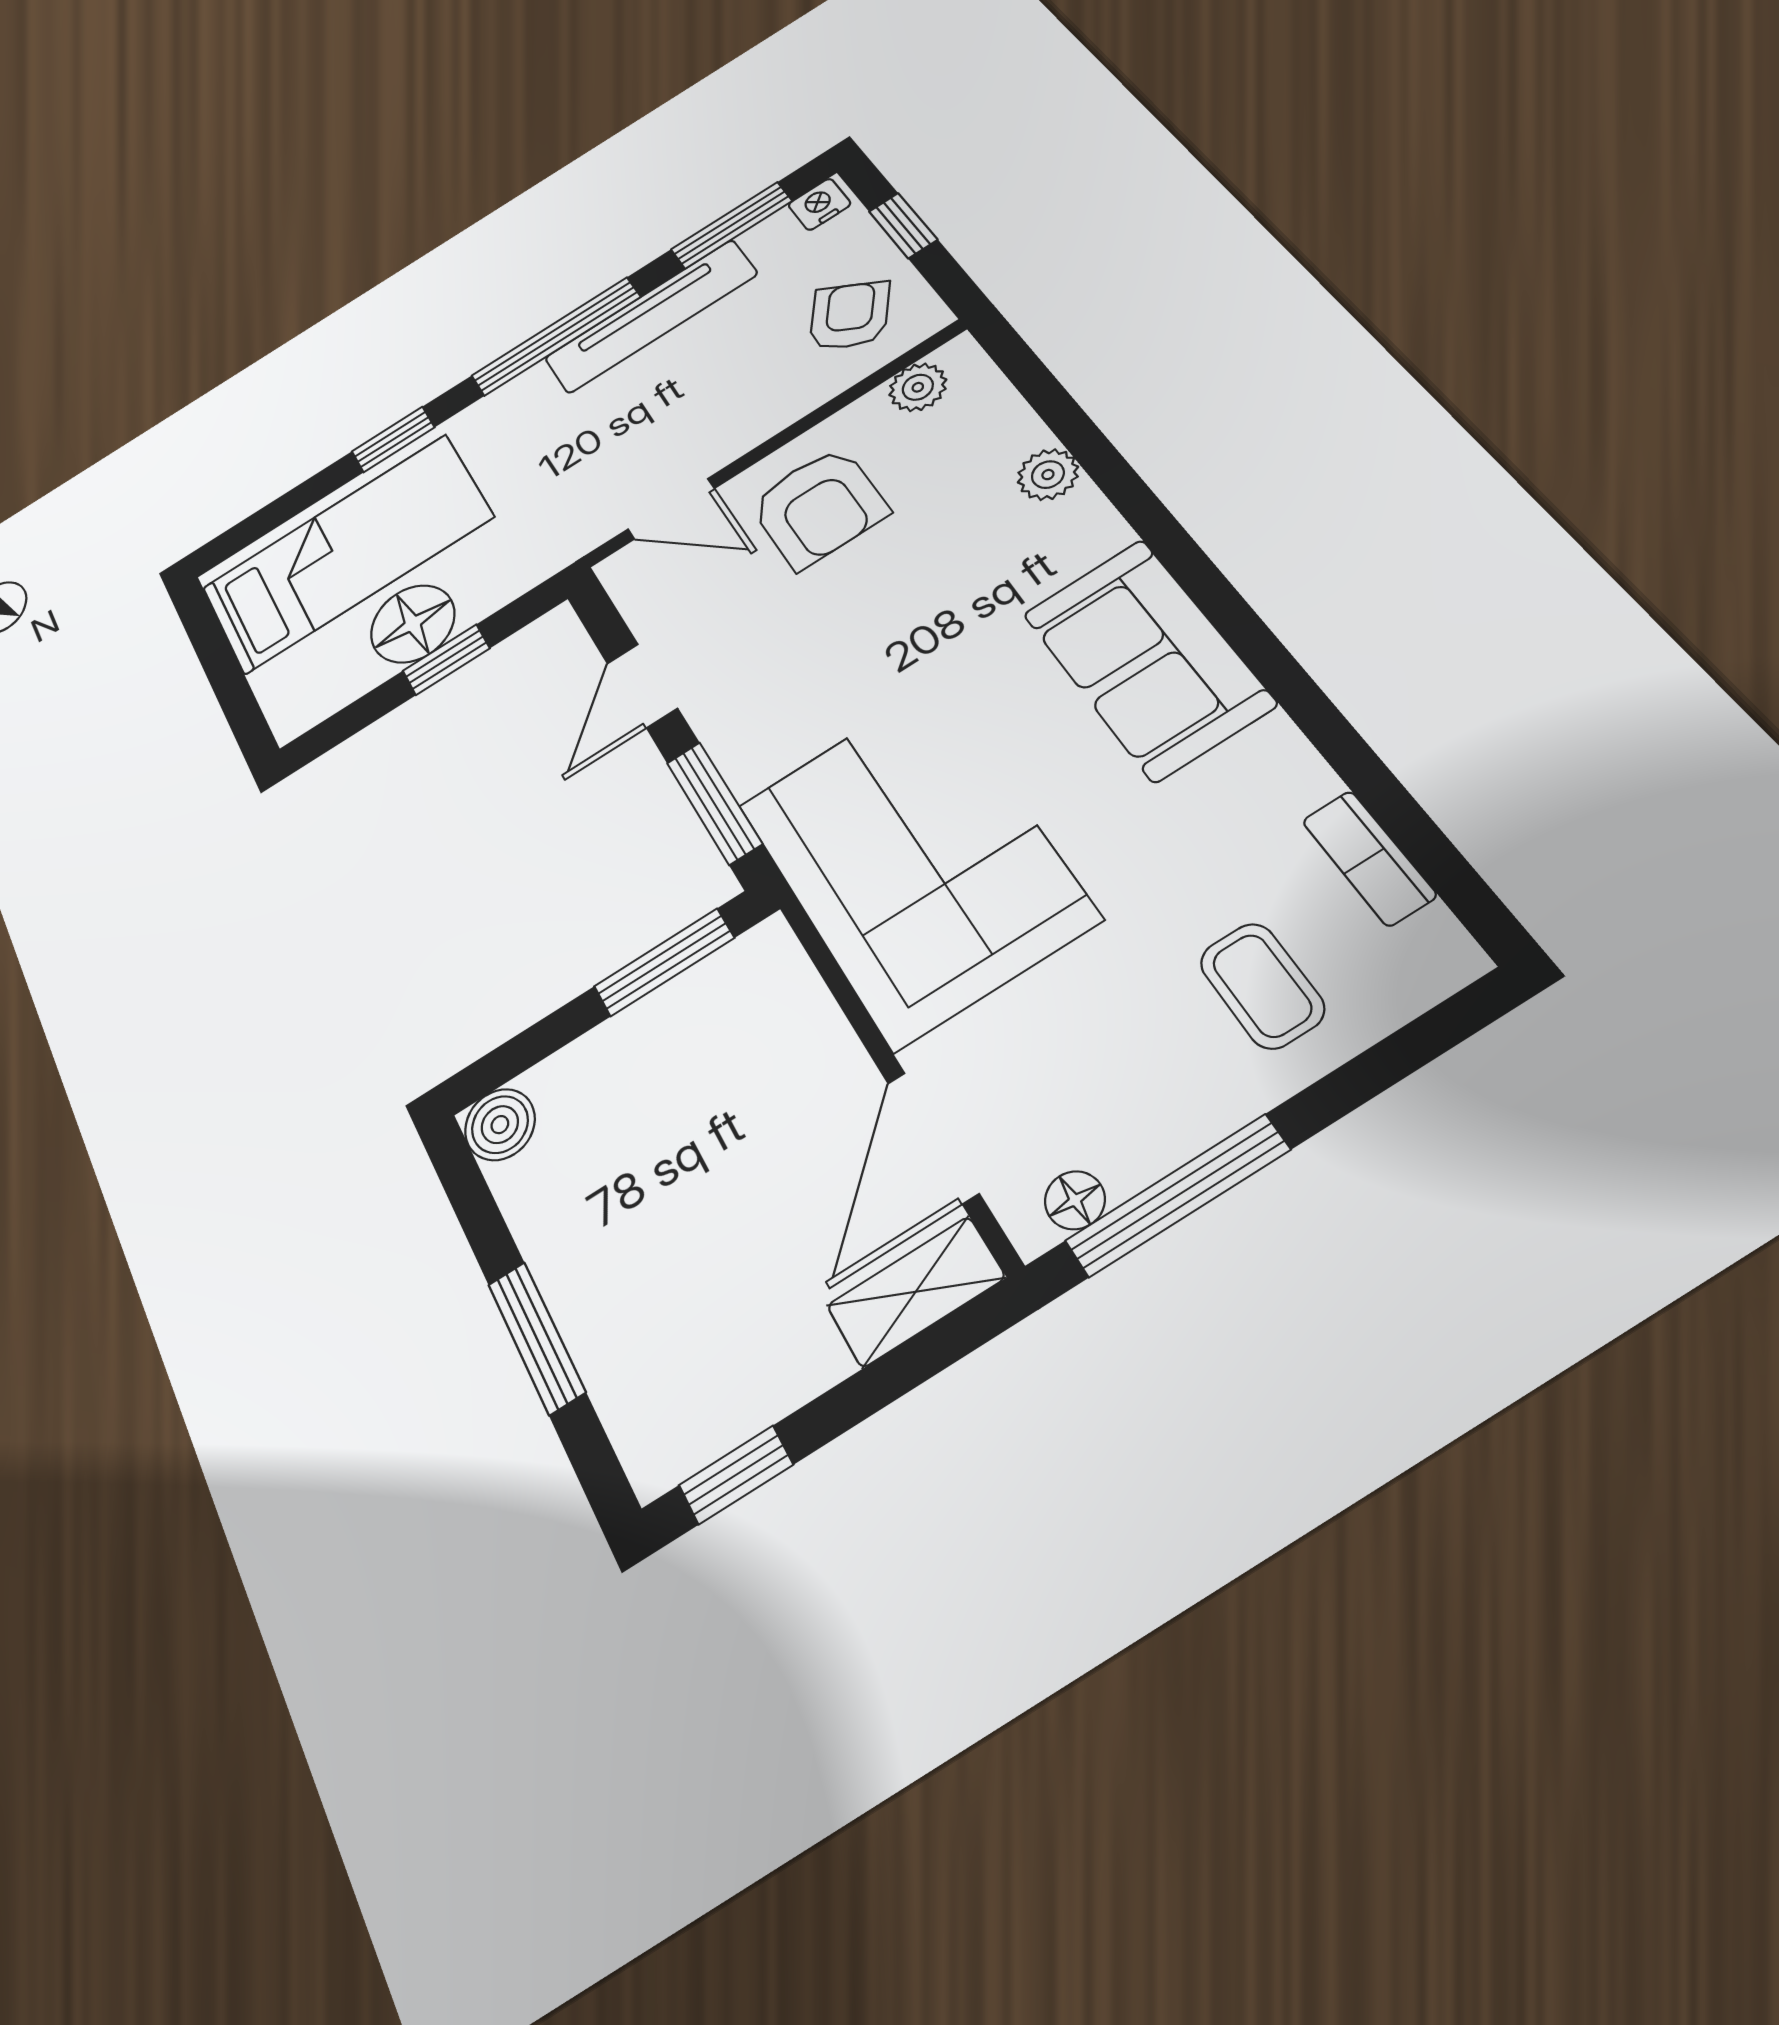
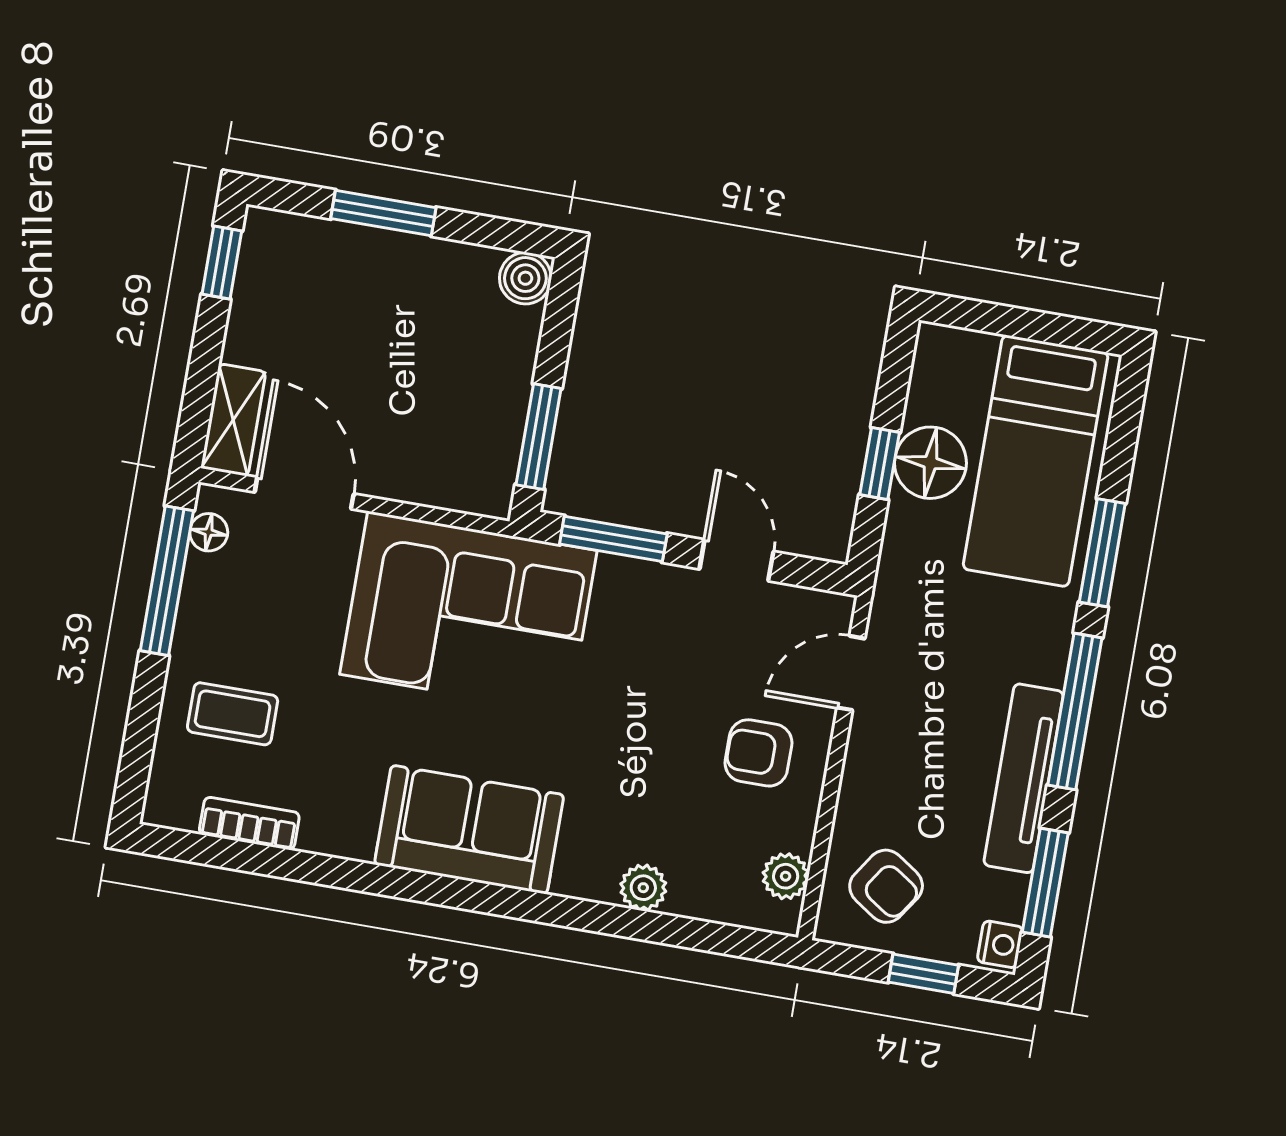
window: (393, 439) -> (1102, 553), width x1.50
armchair: (819, 507) -> (758, 753), width x0.72, depth x0.72

